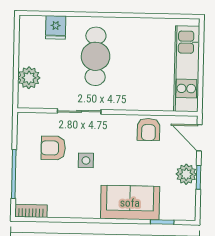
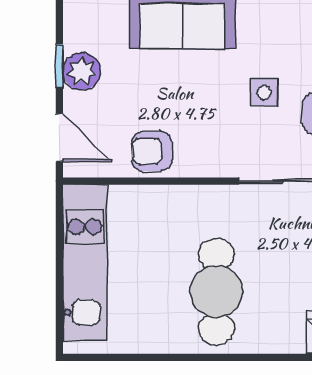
cafe table: (96, 56) -> (216, 292), moved
armchair: (149, 129) -> (152, 151), turned -91

